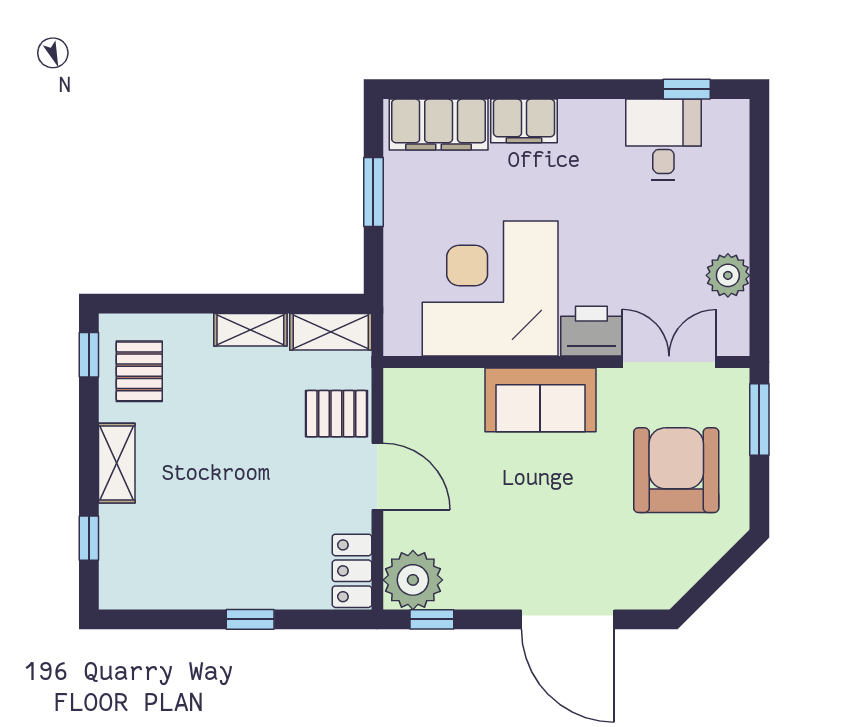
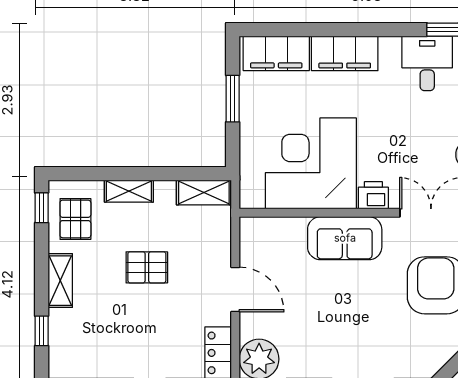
filing cabinet: (524, 121) -> (345, 53), width x1.50, depth x1.17
shelving: (250, 330) -> (129, 191), moved
printer: (591, 331) -> (373, 195), width x0.73, depth x0.81
pallet: (336, 414) -> (147, 267), moved

